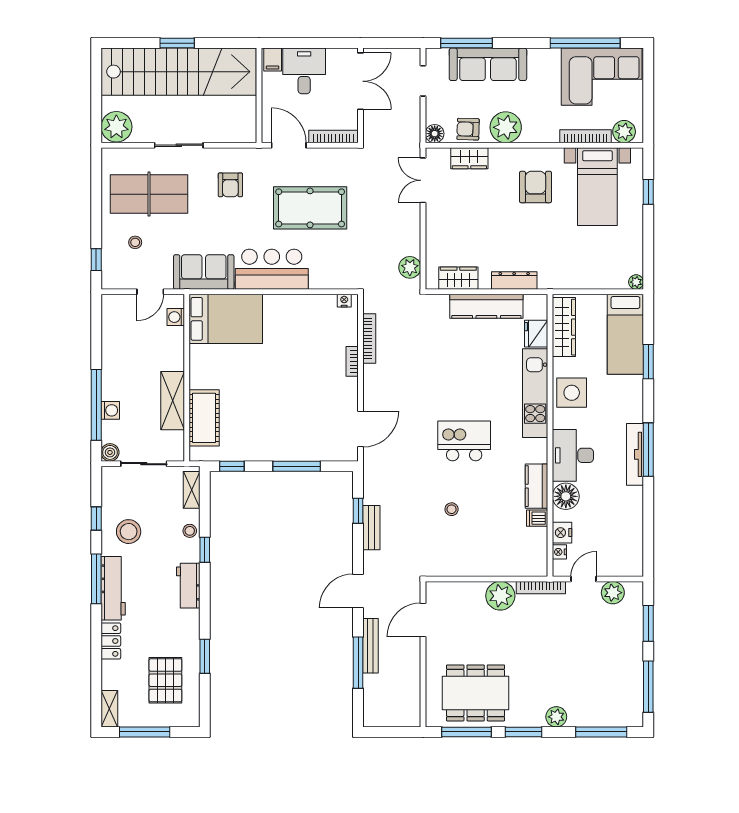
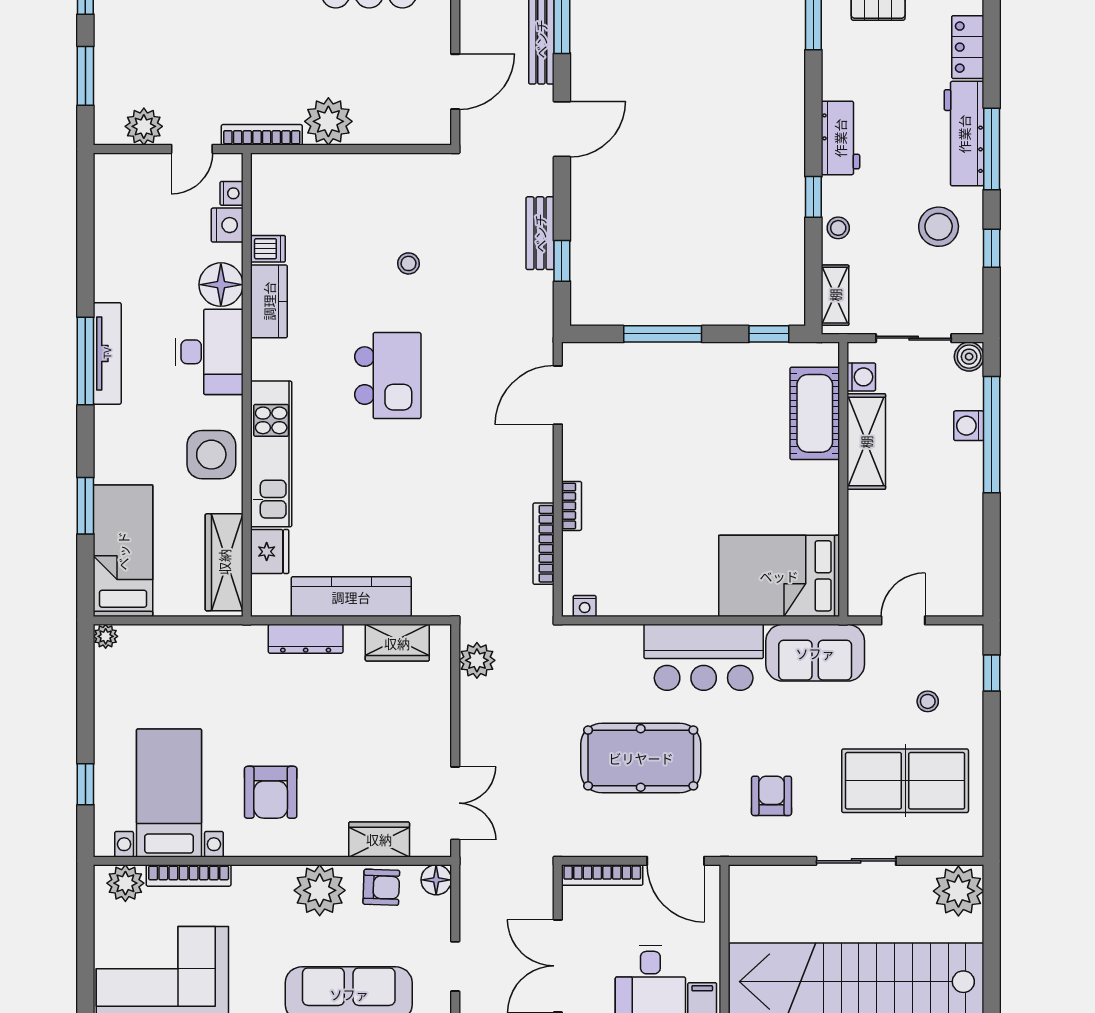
washing machine: (176, 317) -> (861, 377), moved
kitchen island: (464, 441) -> (388, 376), turned -90

